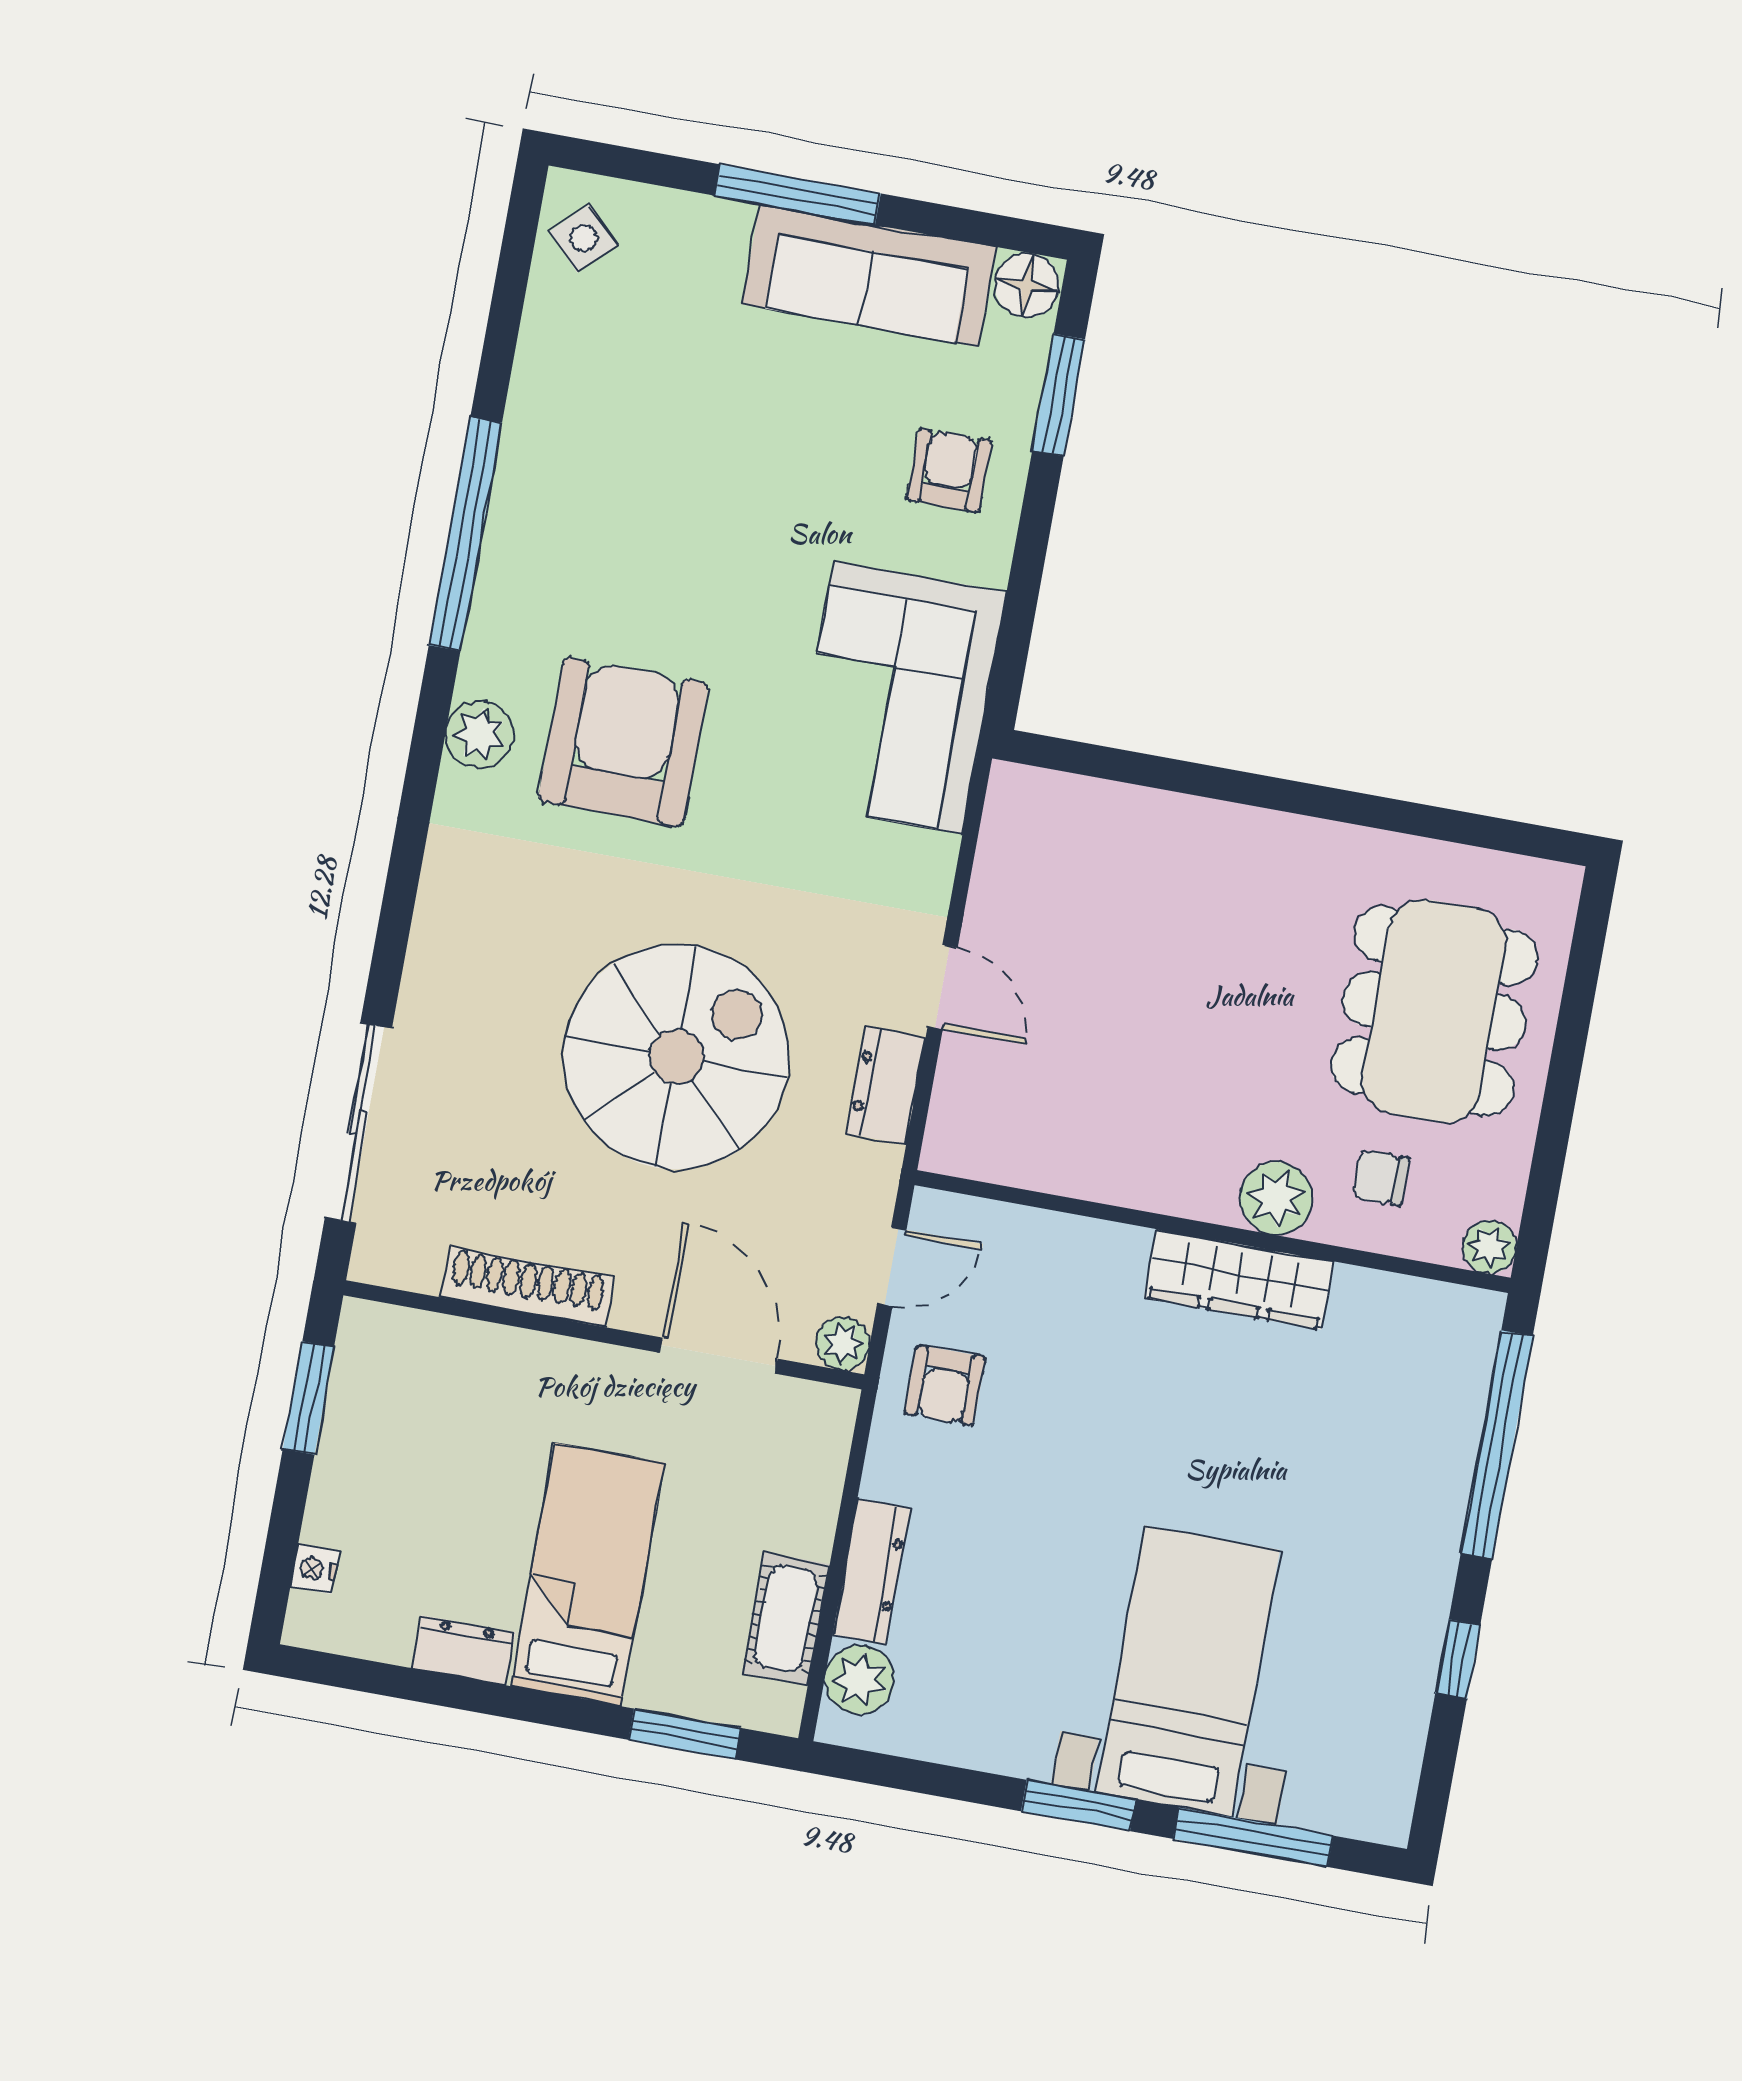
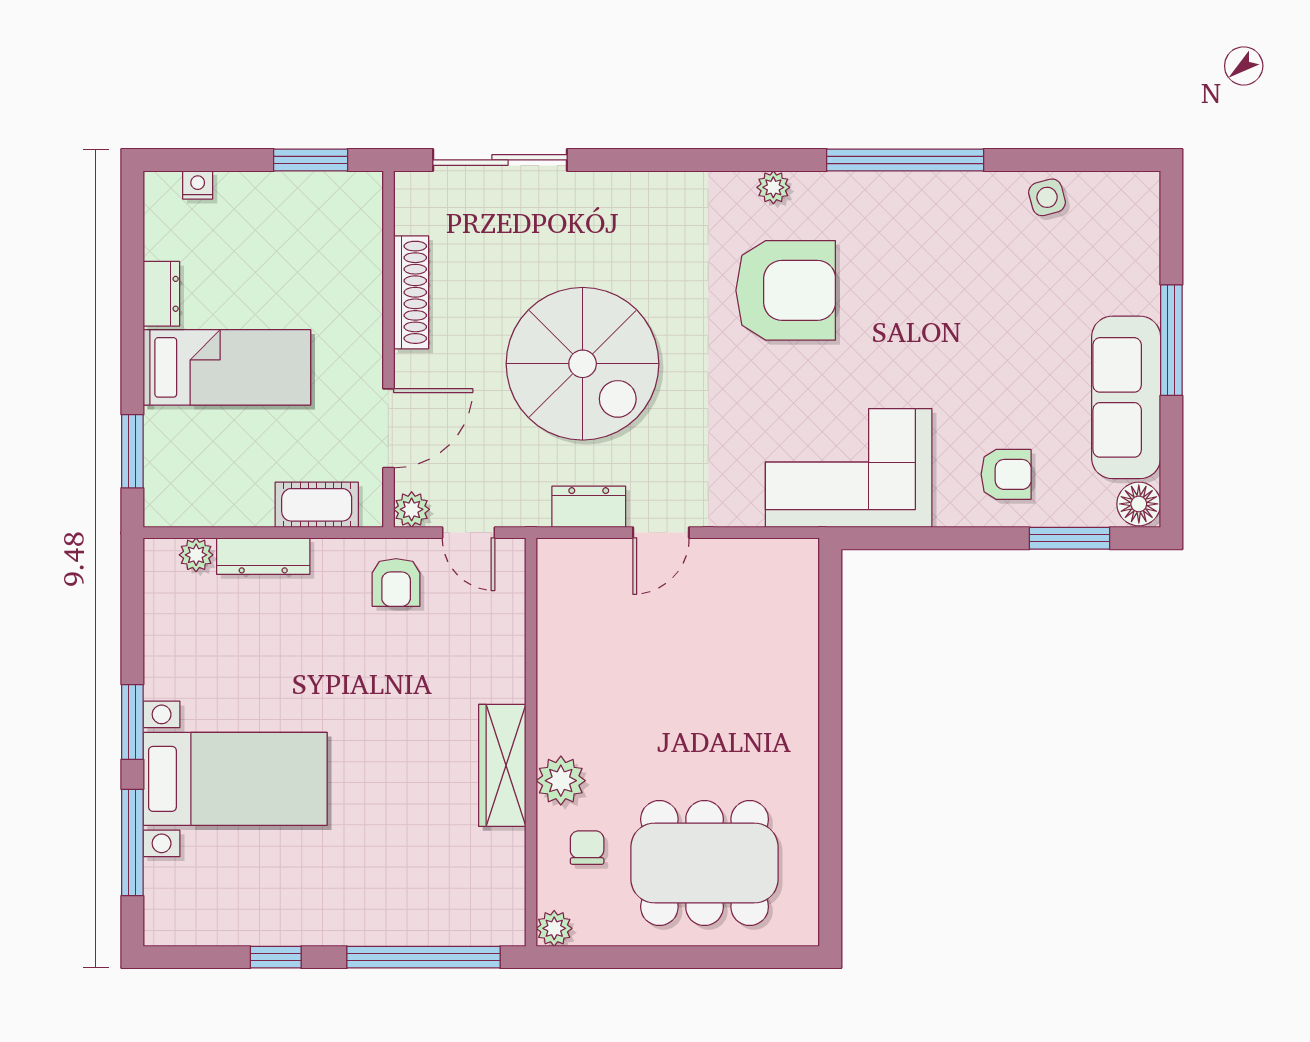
side table: (584, 238) -> (1047, 197), moved, turned 30
plant: (479, 734) -> (773, 187), width x0.73, depth x0.73
armchair: (945, 1385) -> (396, 582), turned -90
cot: (786, 1619) -> (317, 505), moved
plant: (860, 1680) -> (196, 555), width x0.73, depth x0.73

